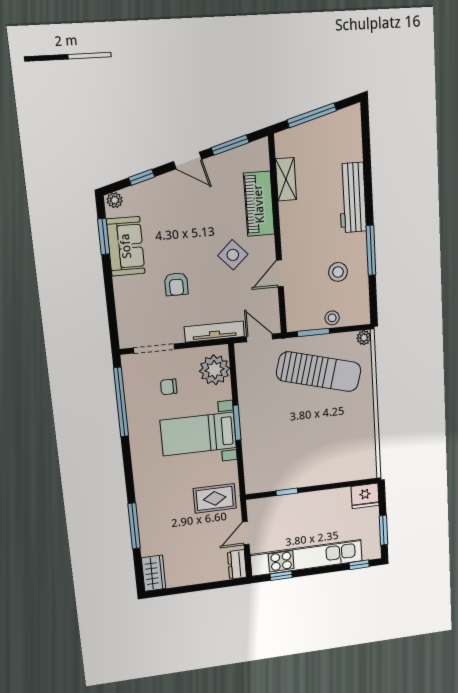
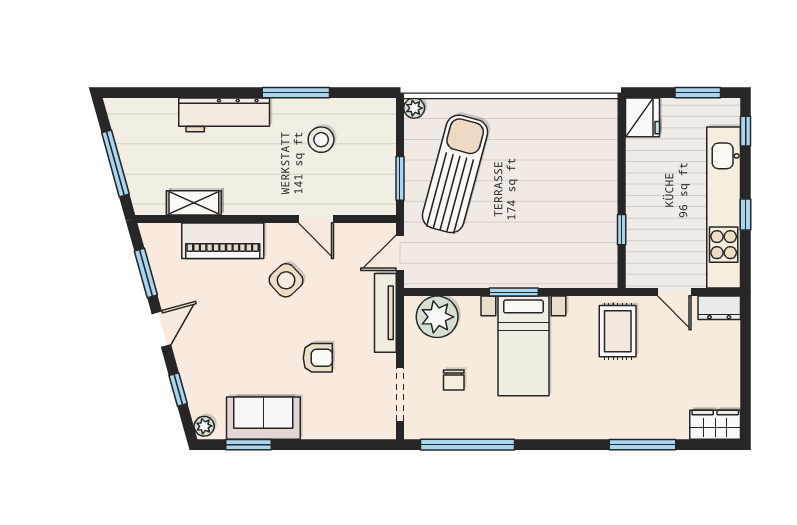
stool: (332, 318) -> (383, 151), removed
window: (281, 576) -> (746, 215), moved

